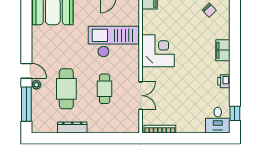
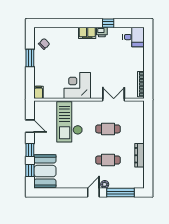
filing cabinet: (223, 50) -> (87, 33), moved
cafe table: (66, 89) -> (108, 160), width x0.73, depth x0.74
window: (235, 113) -> (108, 23), moved

